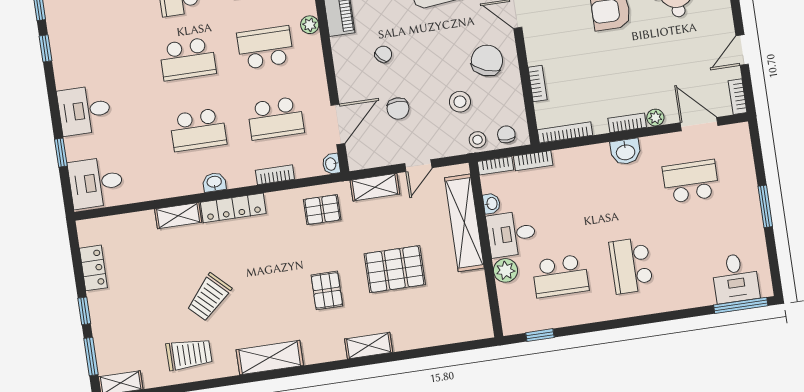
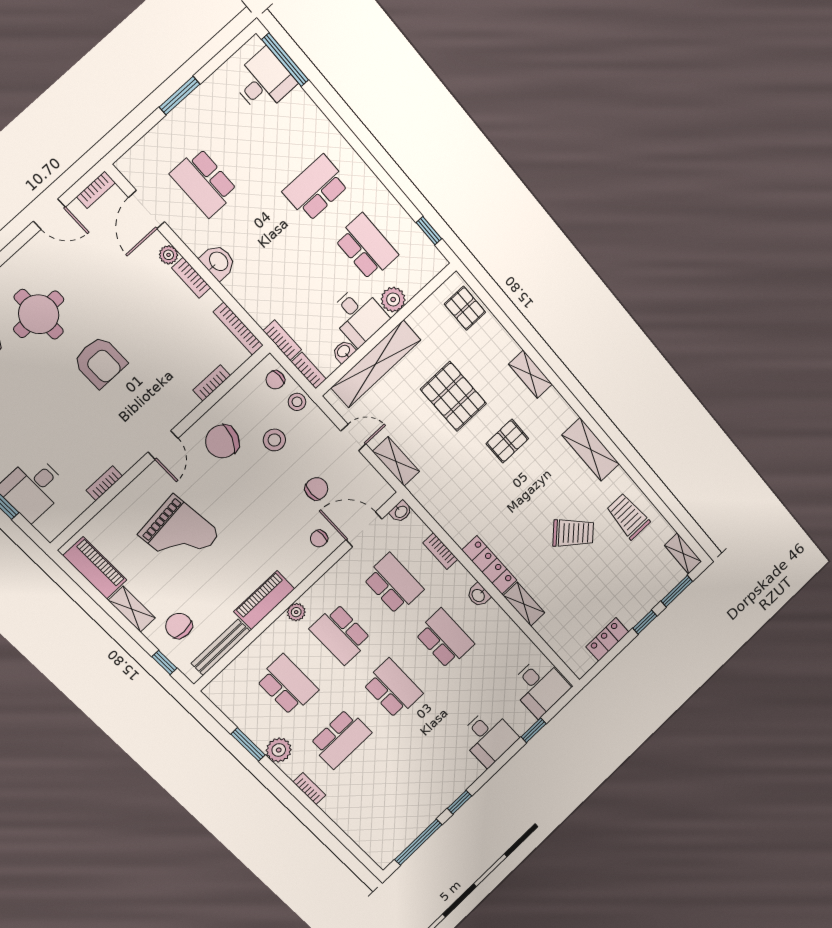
chair: (383, 54) -> (319, 539), moved, turned -44
pallet: (322, 210) -> (465, 308), moved
school desk: (631, 266) -> (316, 188), turned 180

